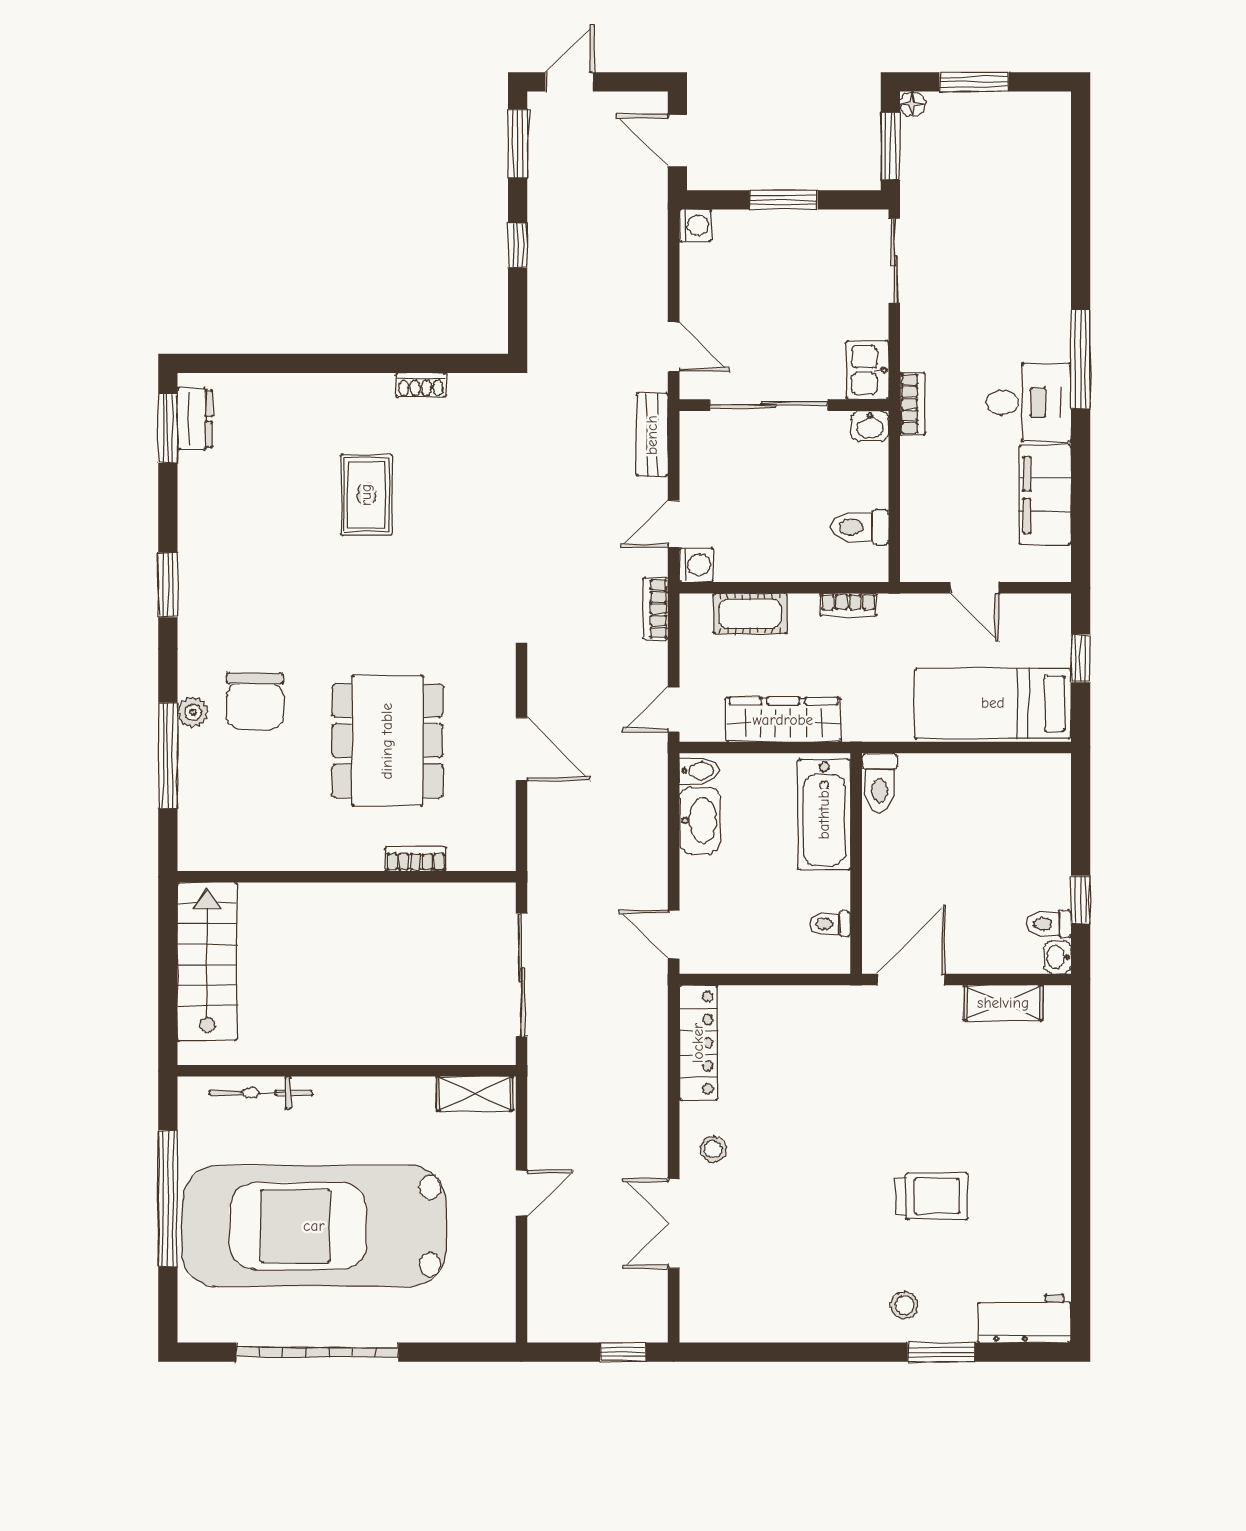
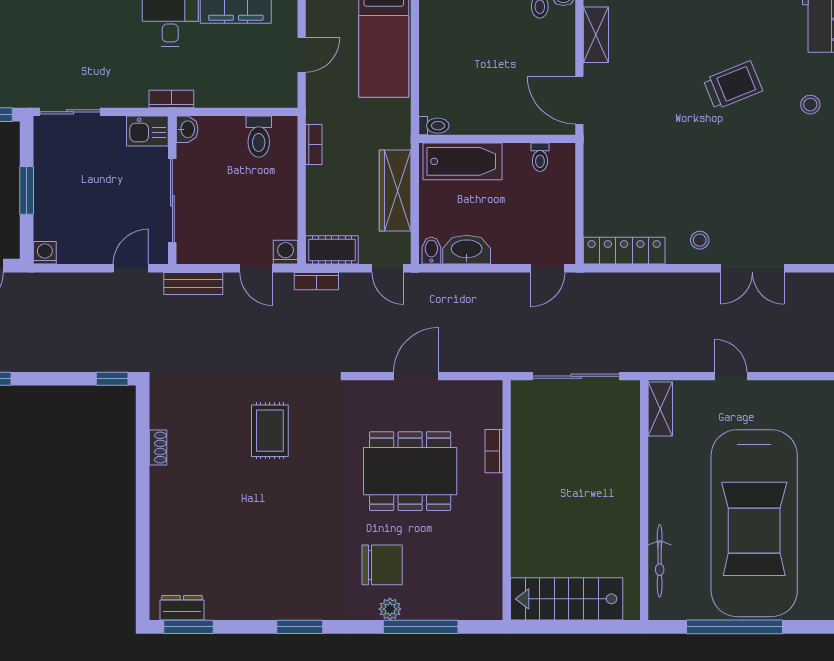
window: (518, 245) -> (112, 379), moved
rug: (366, 495) -> (270, 431), moved, turned 90
cot: (750, 614) -> (332, 250), moved, turned 90
toilet: (880, 782) -> (434, 126), width x0.73, depth x0.72
trolley: (932, 1196) -> (733, 85), turned 68

